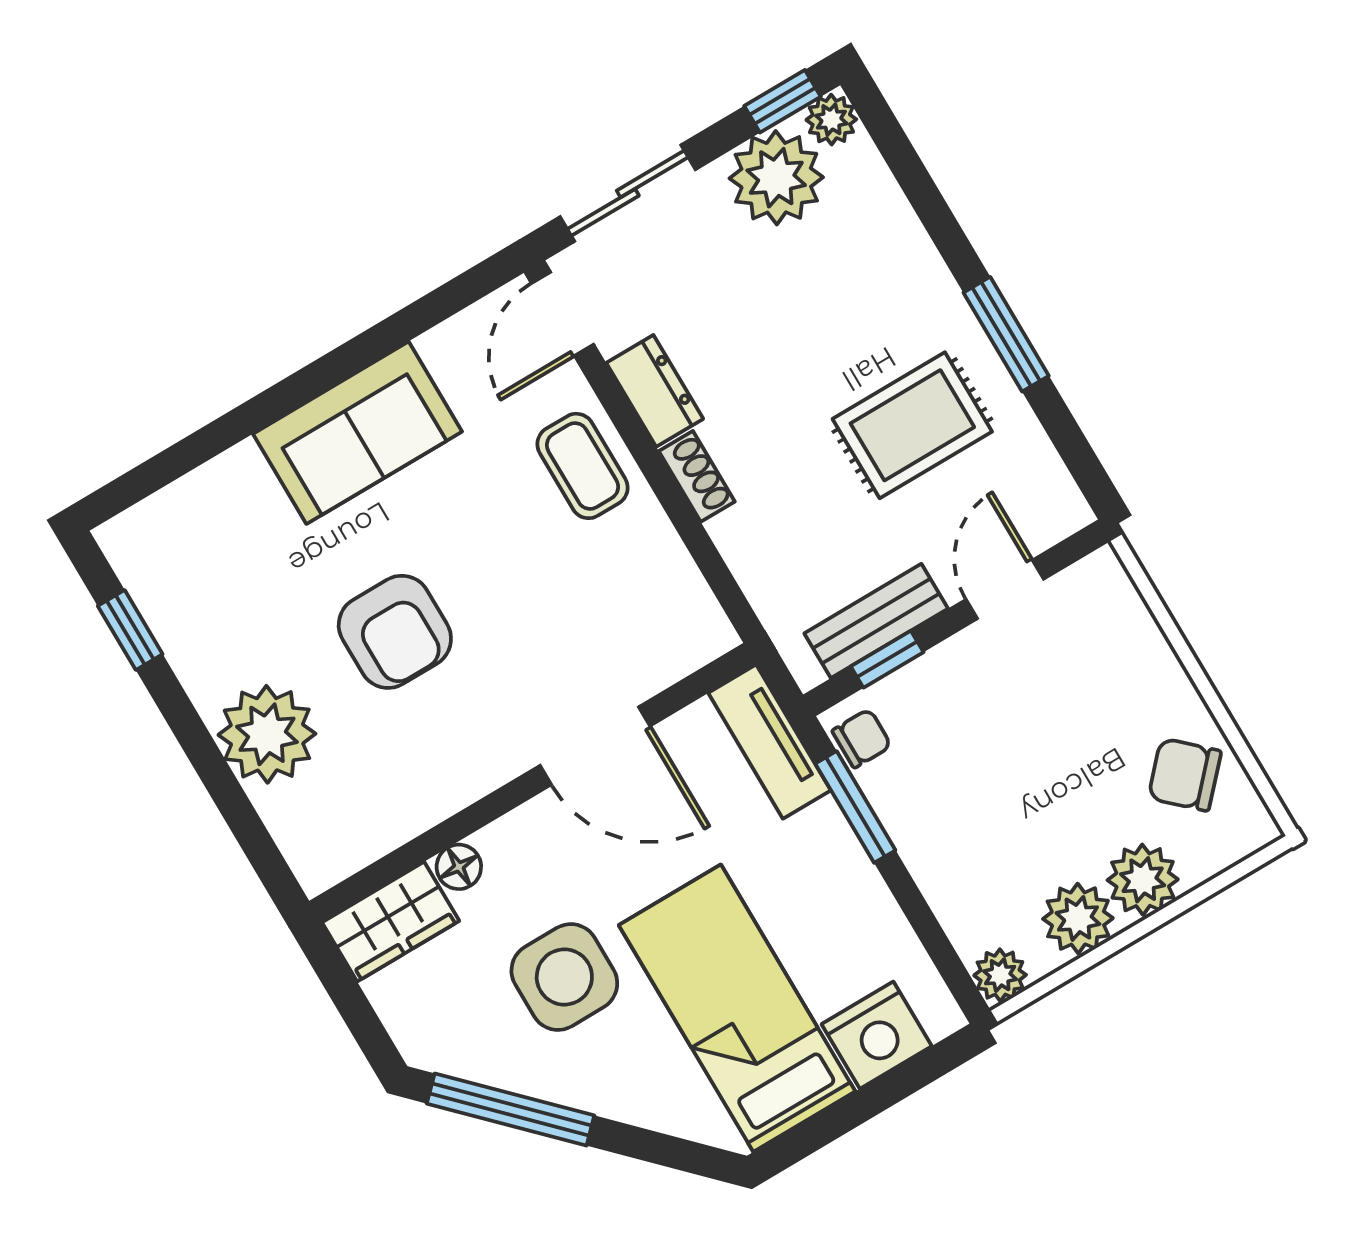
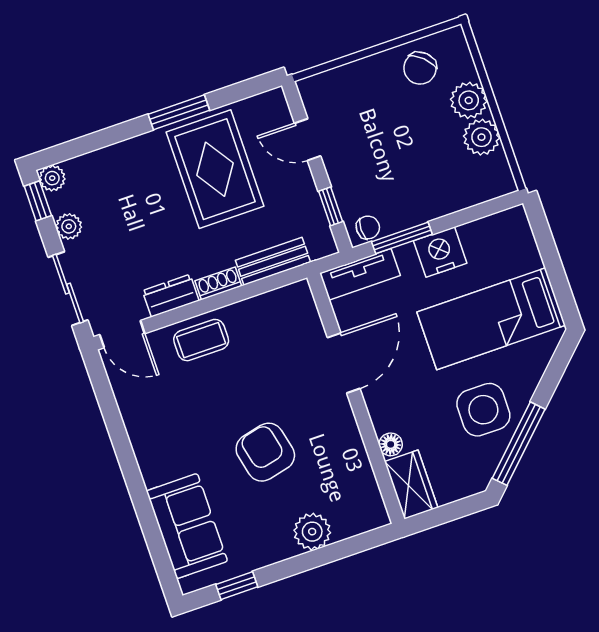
plant: (776, 178) -> (69, 226), width x0.53, depth x0.53
rug: (912, 425) -> (215, 169), width x1.36, depth x1.43
sofa: (357, 433) -> (187, 526), moved
bench: (876, 621) -> (273, 261), moved, turned 90
armchair: (395, 632) -> (265, 452), turned -103
plant: (267, 734) -> (312, 532), width x0.73, depth x0.73
chair: (862, 738) -> (368, 227), turned 90
plant: (1000, 975) -> (502, 182), removed
side table: (564, 977) -> (483, 410), moved
nightstand: (877, 1035) -> (440, 252), moved, turned -90

